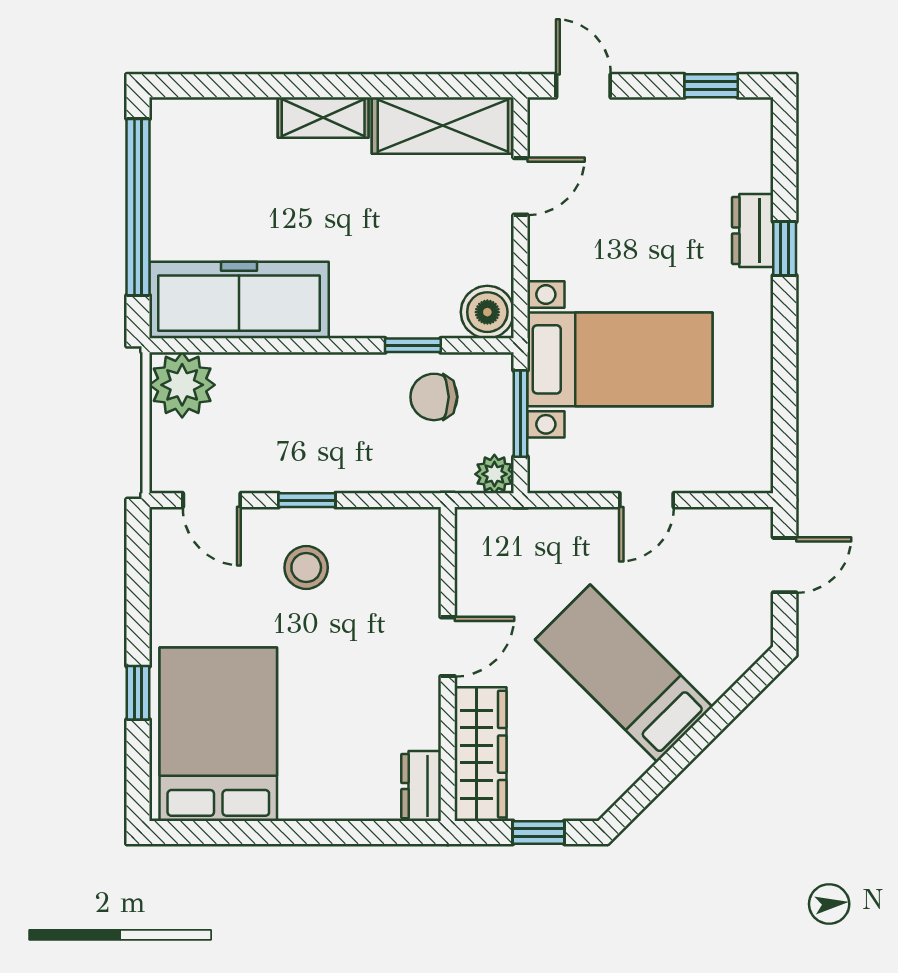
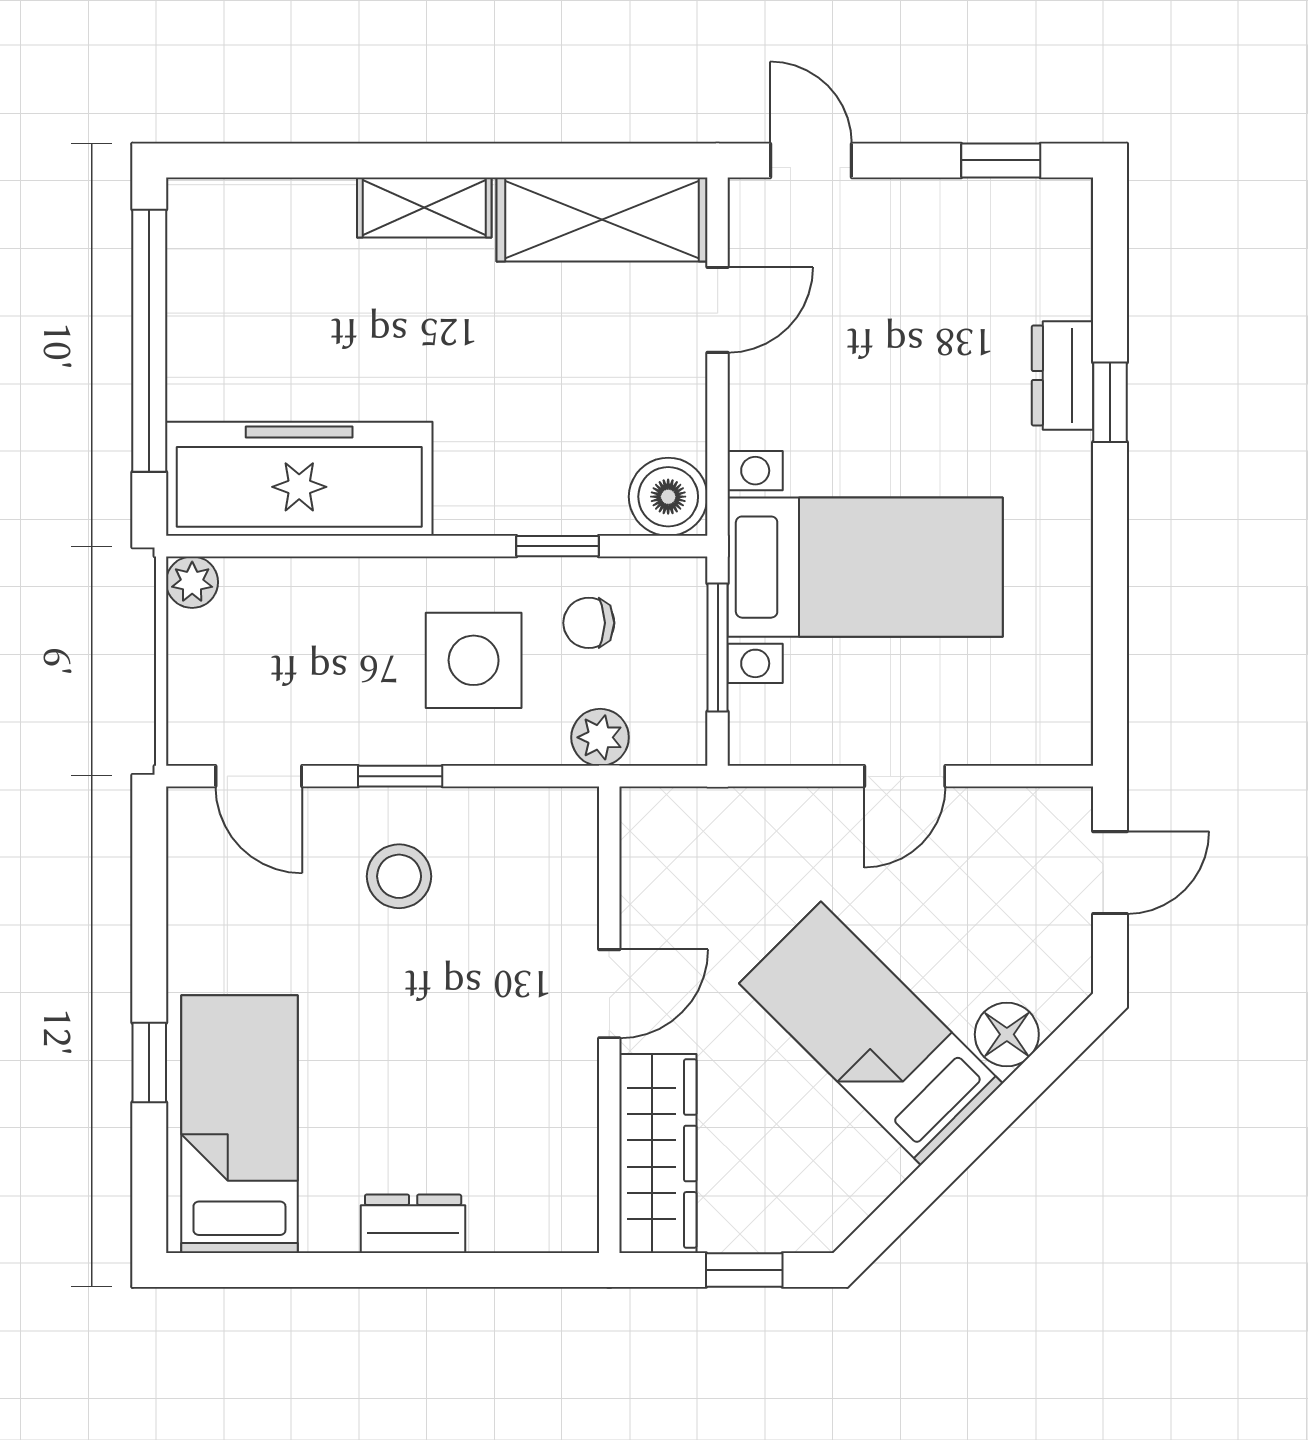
plant: (182, 385) -> (192, 582), width x0.53, depth x0.53
chair: (434, 397) -> (589, 623), width x0.73, depth x0.73
side table: (356, 422) -> (474, 660), added
plant: (494, 474) -> (600, 737), moved
floor lamp: (715, 674) -> (1007, 1034), added
bed: (218, 734) -> (239, 1124), width x0.67
dresser: (421, 786) -> (413, 1224), moved, turned 90

